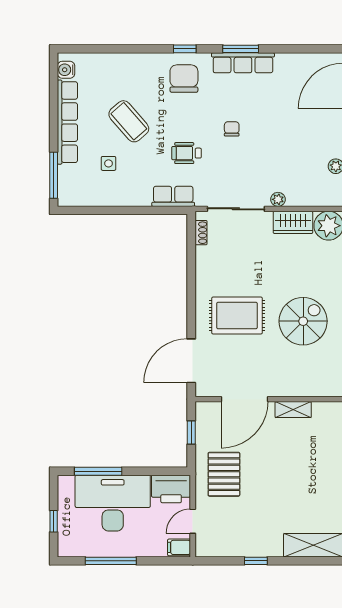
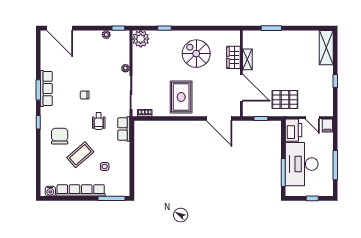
chair: (184, 79) -> (60, 136), moved, turned 90
wardrobe: (293, 222) -> (234, 57), moved, turned 180
rug: (237, 316) -> (181, 97), moved

